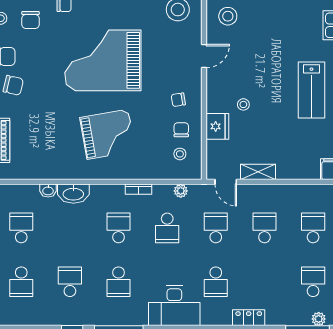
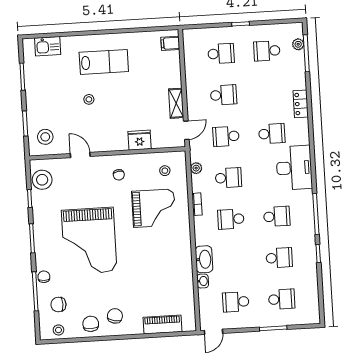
chair: (31, 20) -> (58, 305), turned 180
stool: (243, 104) -> (89, 99), moved
chair: (181, 130) -> (144, 171), removed
grand piano: (108, 134) -> (154, 208), moved, turned 100
school desk: (264, 228) -> (224, 95), turned 180
school desk: (313, 228) -> (221, 54), turned 180
school desk: (70, 282) -> (279, 258), turned 180

